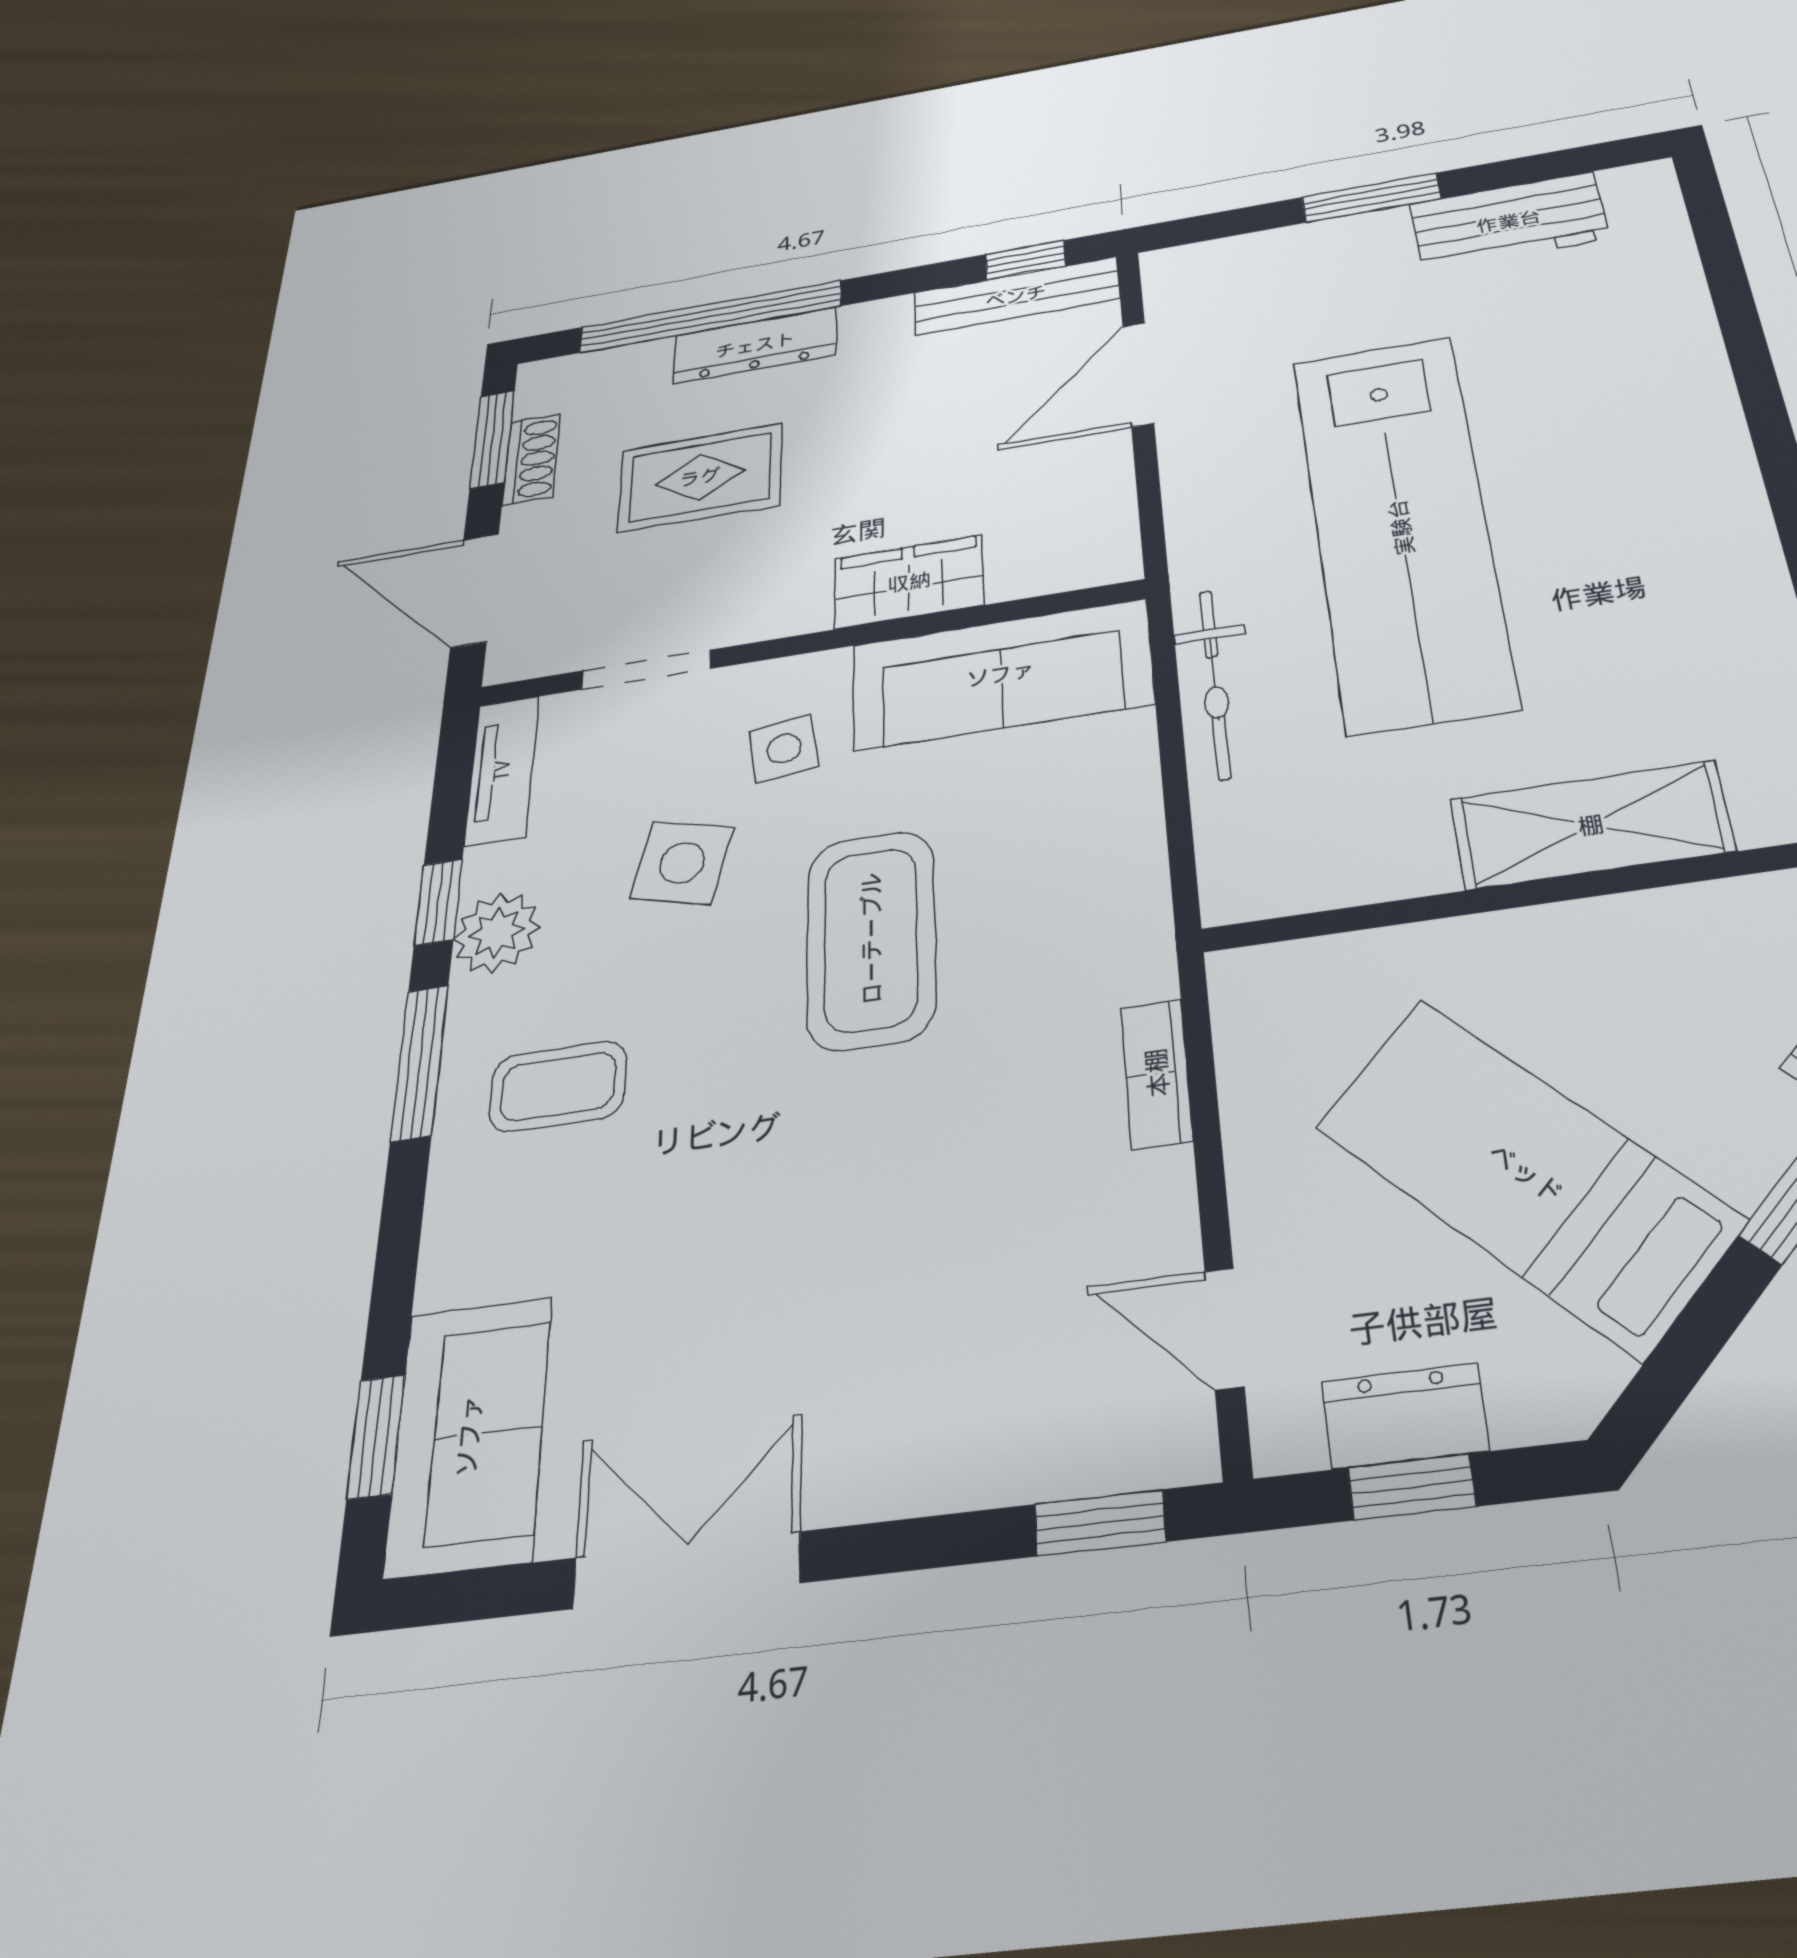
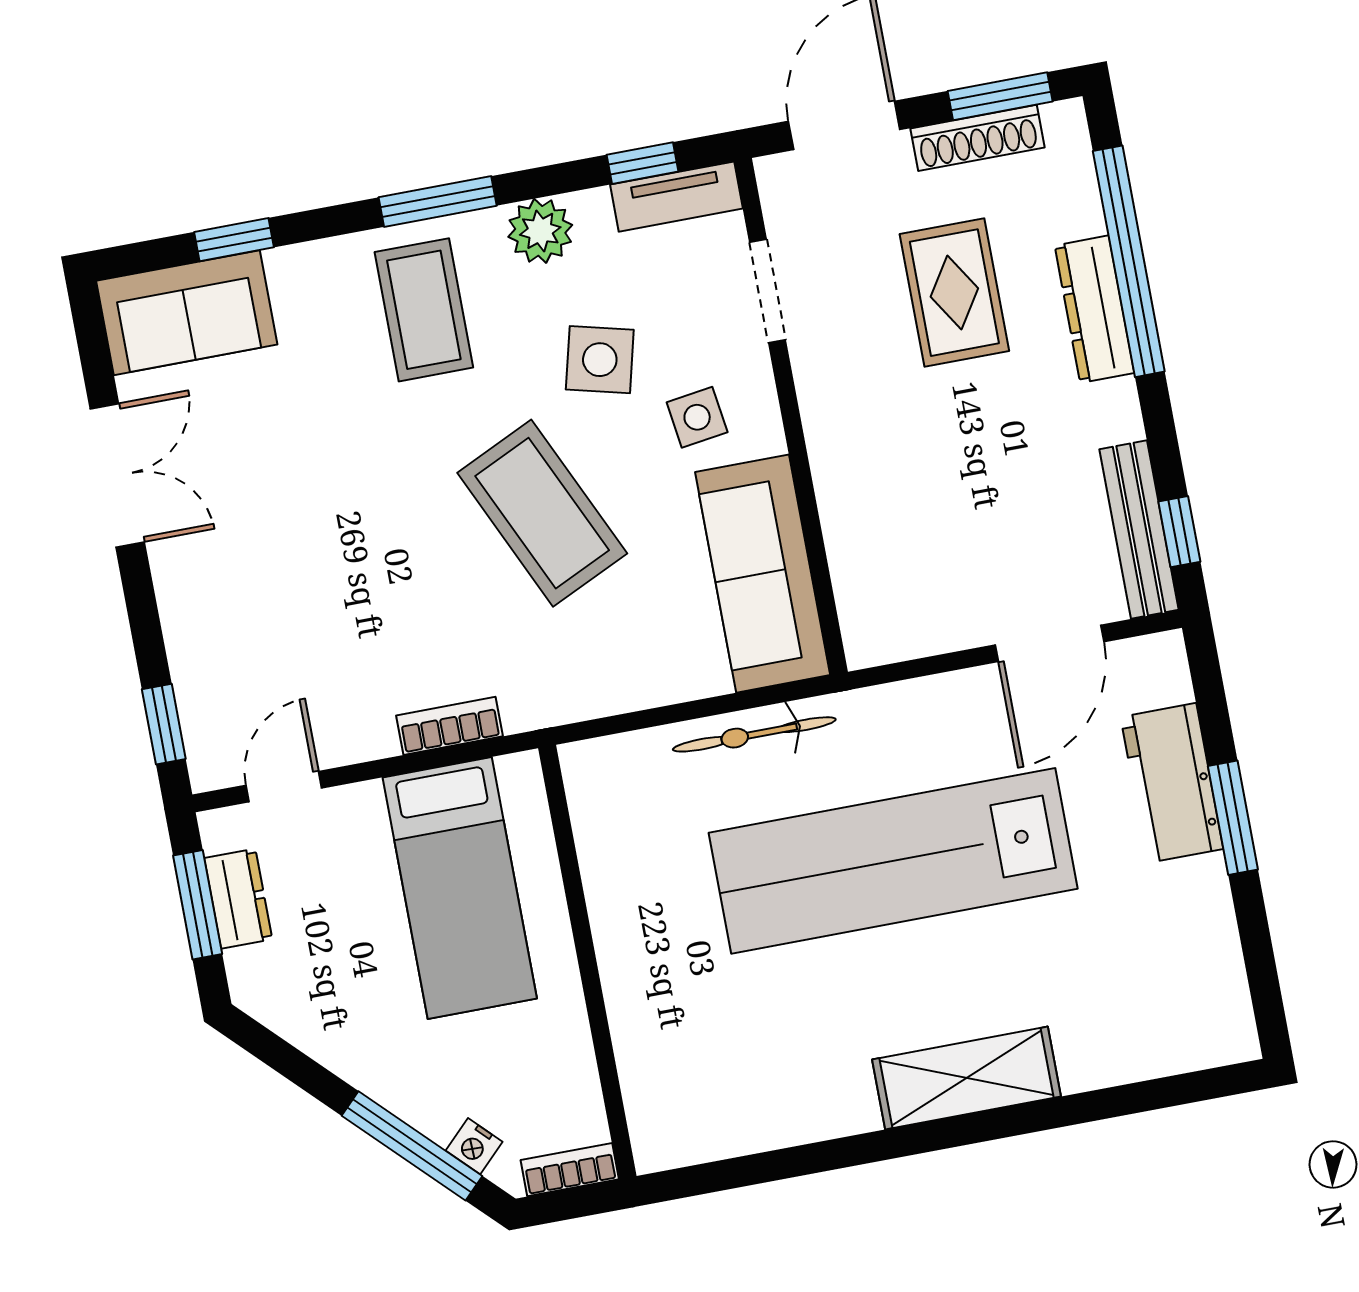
workbench: (1509, 221) -> (1172, 783), moved
door: (1138, 374) -> (1049, 643), swing flipped
shoe rack: (531, 459) -> (977, 138), width x1.43
wardrobe: (909, 582) -> (848, 487), removed
shelving: (1591, 825) -> (966, 1078), moved, turned 90
window: (438, 902) -> (643, 163), moved
coffee table: (871, 939) -> (542, 513), turned 65
coffee table: (558, 1086) -> (424, 310), width x1.36, depth x1.30
bed: (1526, 1173) -> (460, 888), moved, turned 135
window: (376, 1437) -> (234, 240), moved
window: (1412, 1487) -> (198, 905), width x1.50

